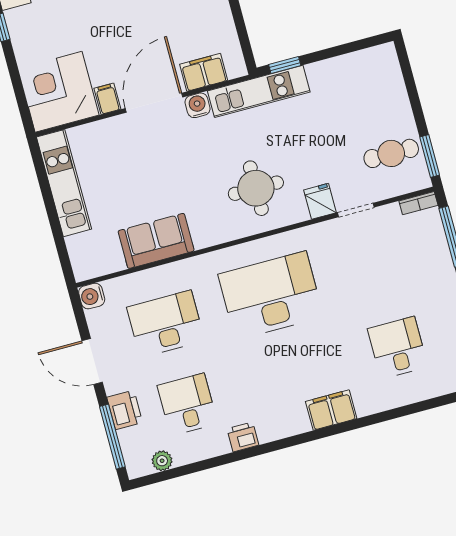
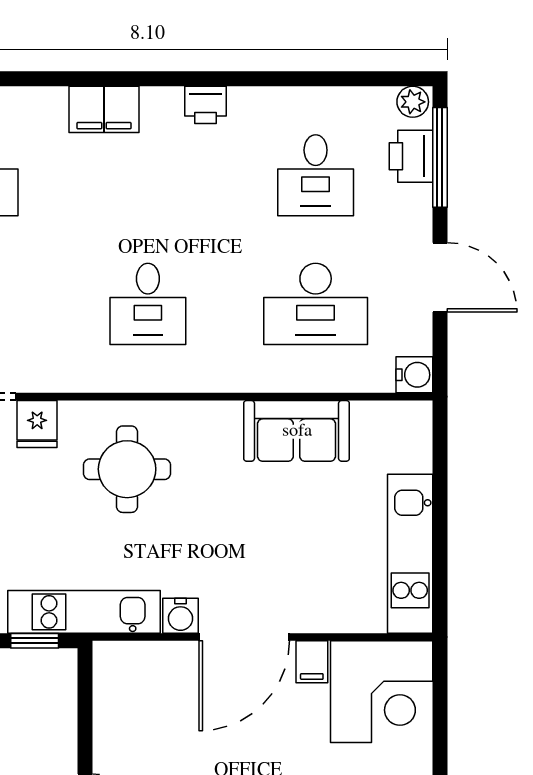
filing cabinet: (204, 72) -> (158, 662), removed
desk: (271, 295) -> (148, 304), width x0.53, depth x0.77
printer: (125, 410) -> (411, 156), moved
printer: (243, 437) -> (205, 105), moved
plant: (162, 461) -> (413, 102), moved

